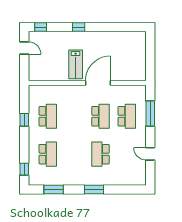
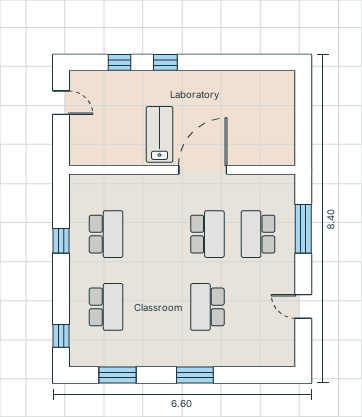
window: (41, 27) -> (120, 62), moved
lab bench: (76, 64) -> (160, 134), turned 180
school desk: (127, 116) -> (258, 234), turned 180

